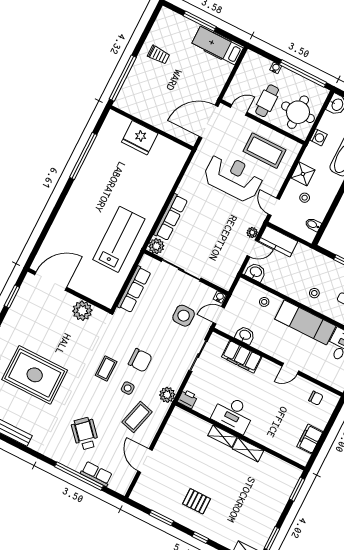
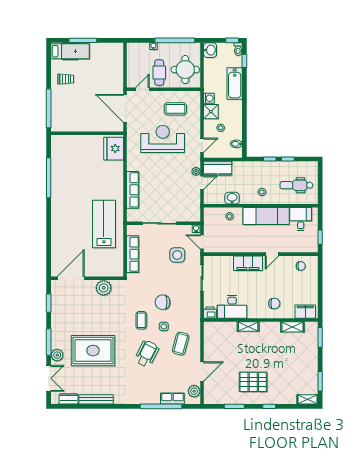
hospital bed: (218, 46) -> (70, 51), moved, turned 180
door: (208, 122) -> (125, 108), hinge flipped
washing machine: (319, 137) -> (209, 98), moved
fridge: (140, 138) -> (114, 149), moved, turned 90
coffee table: (265, 151) -> (175, 109), width x0.73, depth x0.76
door: (274, 207) -> (202, 145), swing flipped
plant: (156, 246) -> (133, 215), removed
washbasin: (256, 272) -> (232, 198), moved
door: (219, 315) -> (202, 242), hinge flipped
washbasin: (245, 335) -> (228, 247), removed
filing cabinet: (242, 357) -> (248, 263), moved
chair: (140, 360) -> (163, 302), turned 180
plant: (167, 395) -> (194, 391), moved
desk: (233, 414) -> (232, 307), moved
chair: (265, 425) -> (274, 304), added
wheelchair: (85, 434) -> (147, 354), moved, turned 69
filing cabinet: (310, 439) -> (305, 312), moved, turned 90
shelving: (248, 450) -> (292, 327), moved
door: (145, 461) -> (202, 372), swing flipped
pallet: (196, 501) -> (253, 382), width x1.50, depth x1.42

